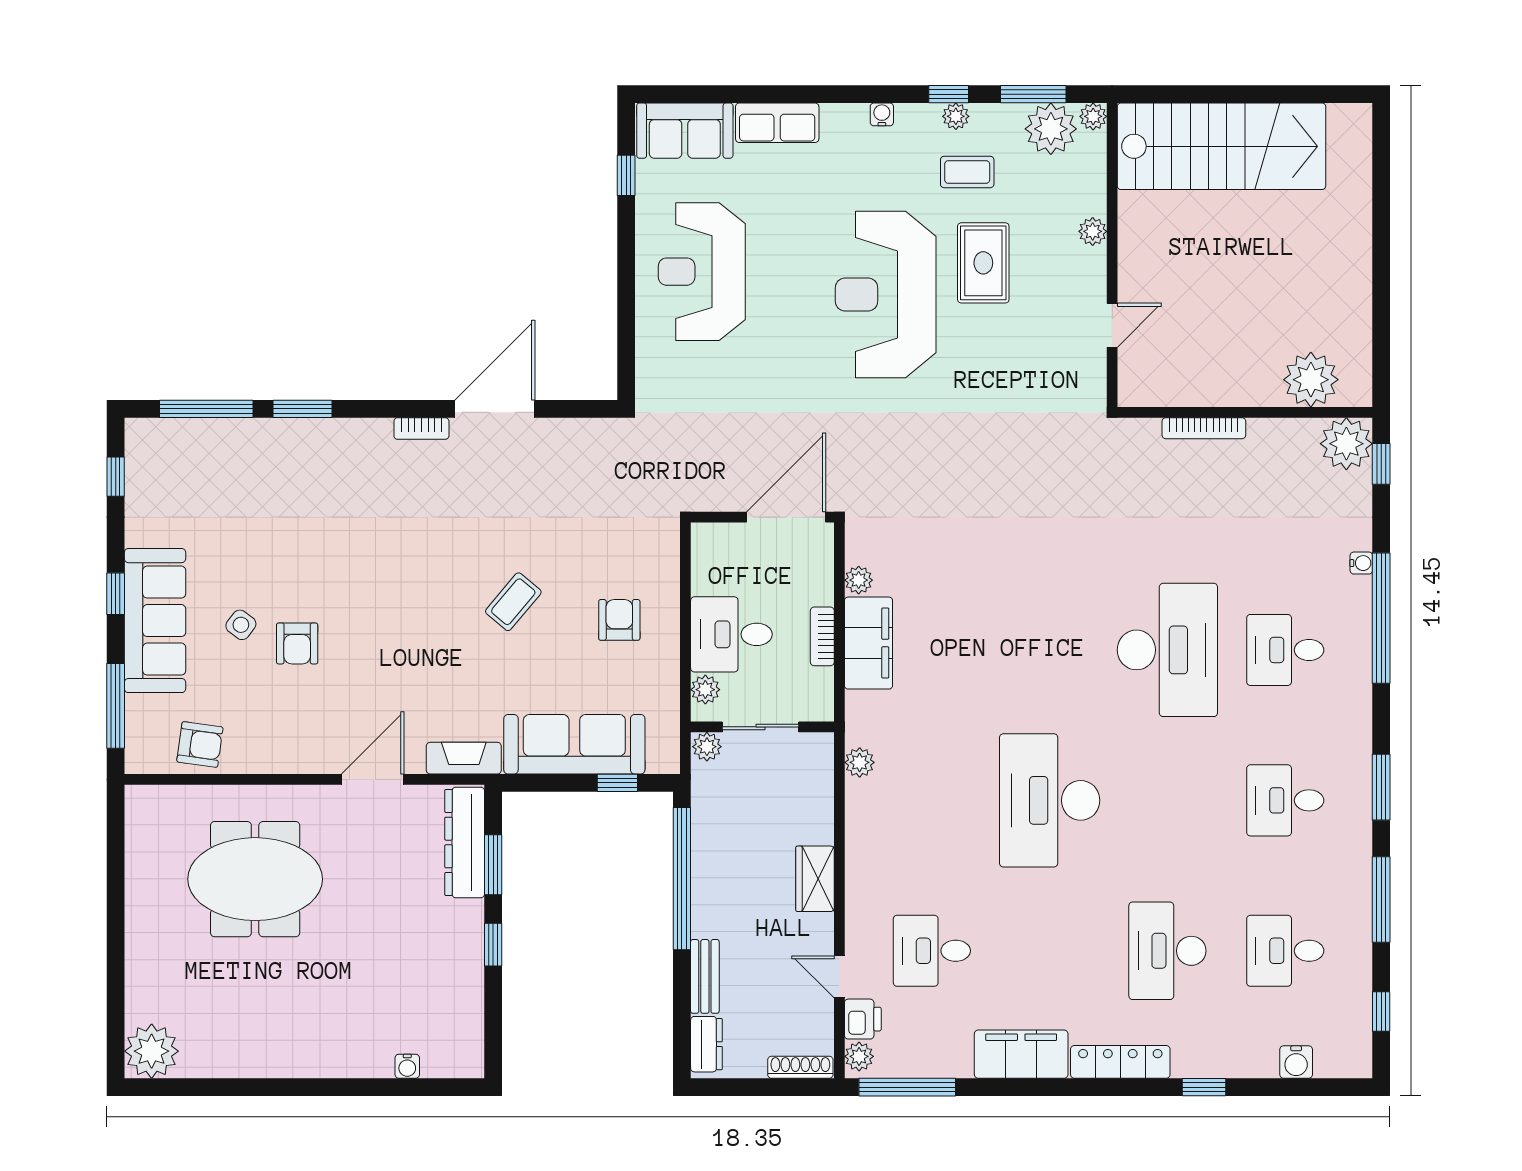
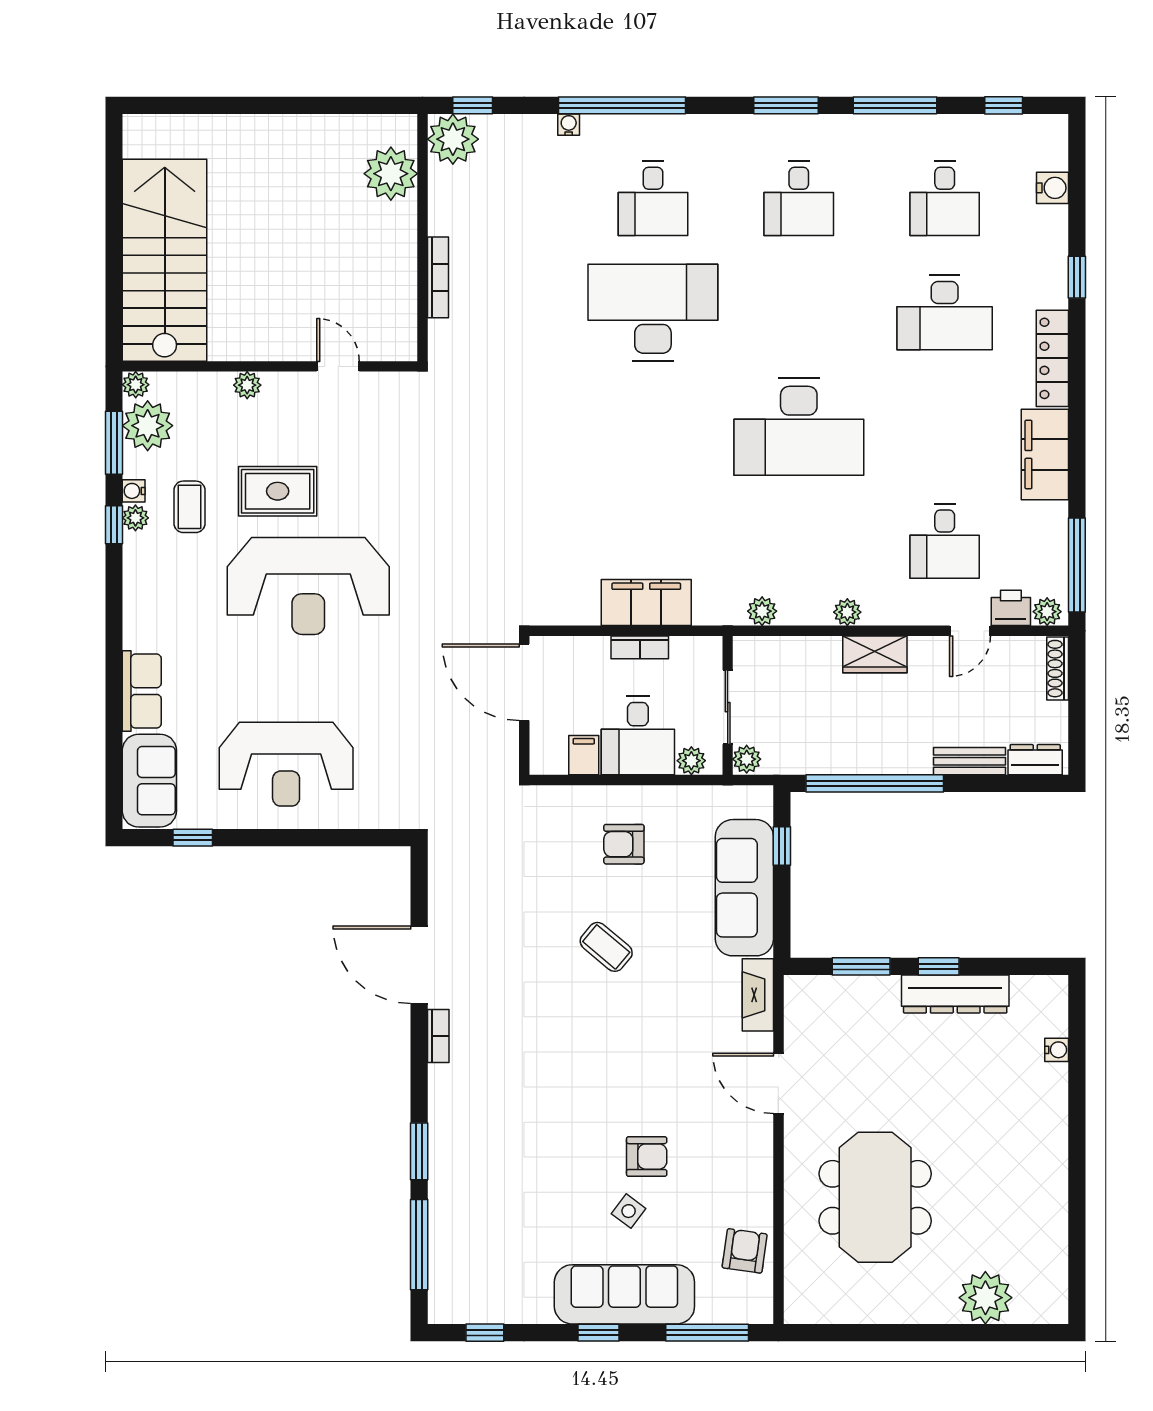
water cooler: (882, 114) -> (134, 491), moved
filing cabinet: (711, 579) -> (584, 755), added
plant: (859, 580) -> (847, 612), moved
dresser: (465, 842) -> (955, 994), moved
plant: (152, 1051) -> (985, 1298), moved

